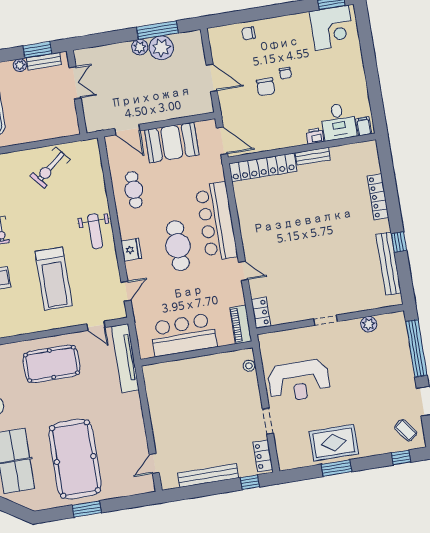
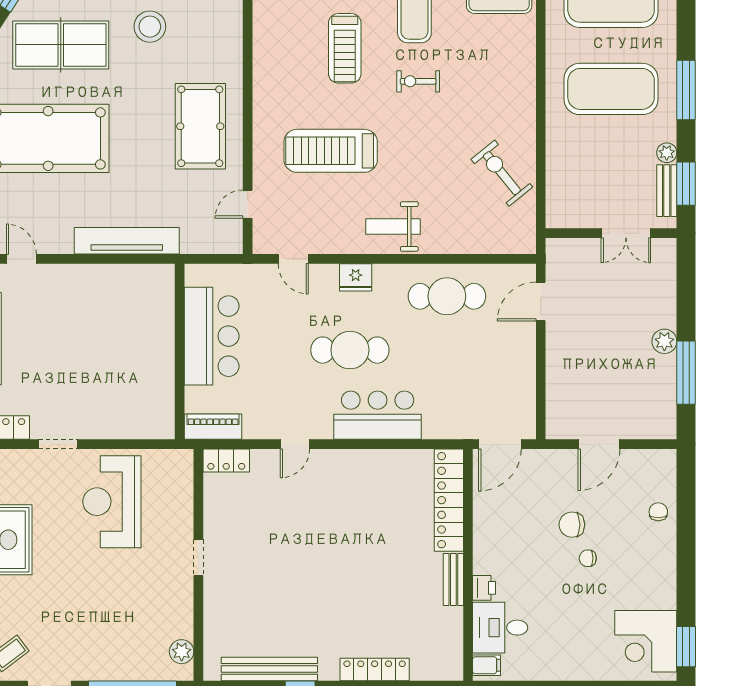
plant: (161, 48) -> (658, 374), removed
booth: (172, 142) -> (510, 367), removed
cafe table: (134, 190) -> (447, 296), width x1.37, depth x1.35
bar counter: (216, 221) -> (378, 415), width x0.73
plant: (369, 324) -> (182, 652), moved
tv unit: (125, 358) -> (127, 241), moved
stool: (249, 366) -> (148, 429), removed

